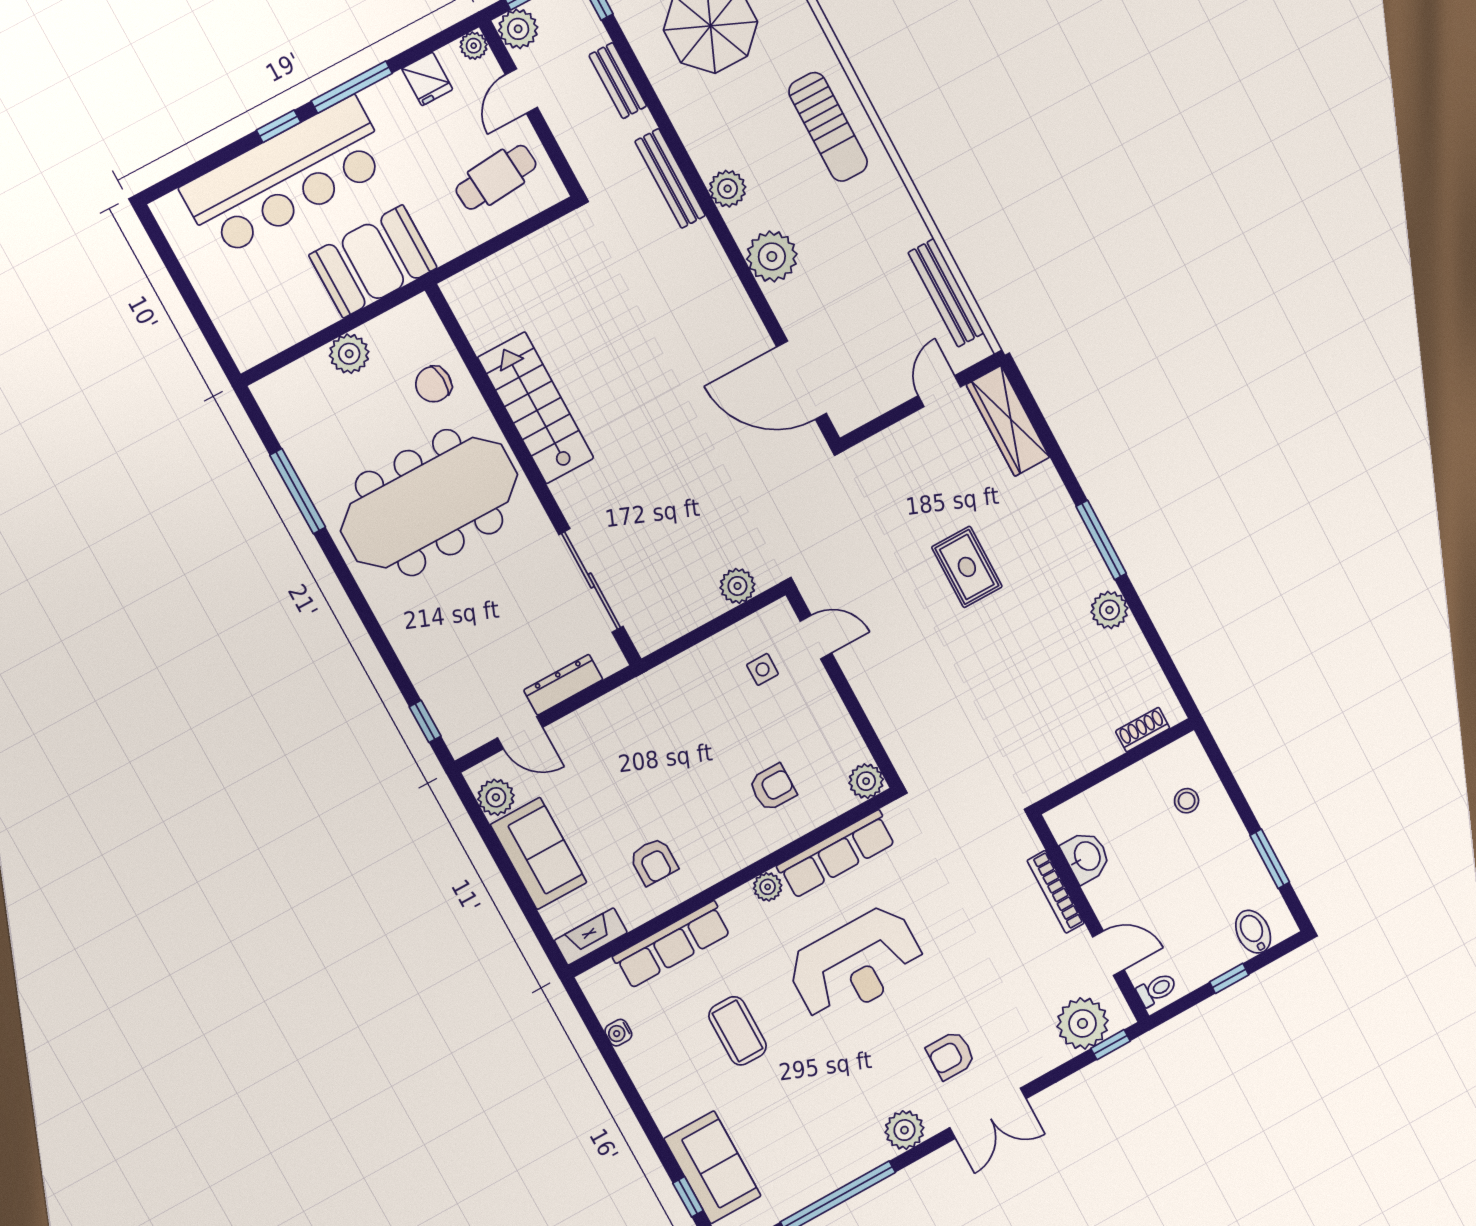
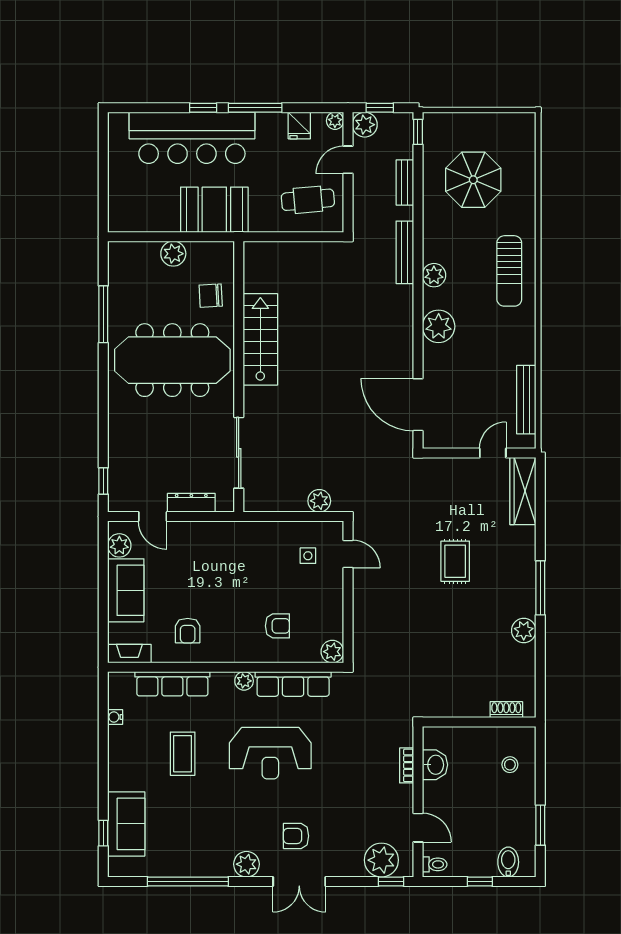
bookcase: (1056, 892) -> (407, 765), width x0.64

